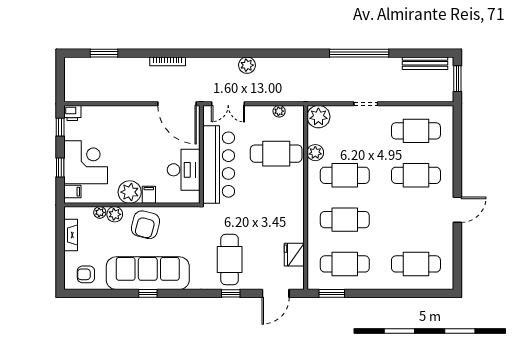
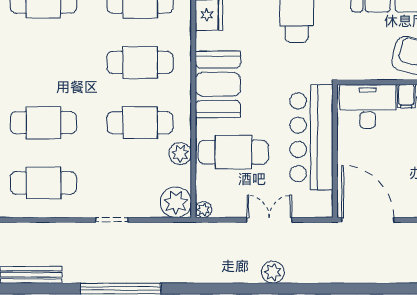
bookcase: (168, 61) -> (381, 277), removed
double door: (228, 104) -> (269, 220), moved
plant: (279, 111) -> (203, 210), moved
desk: (184, 170) -> (368, 106), moved, turned 90
booth: (288, 204) -> (218, 84), added

